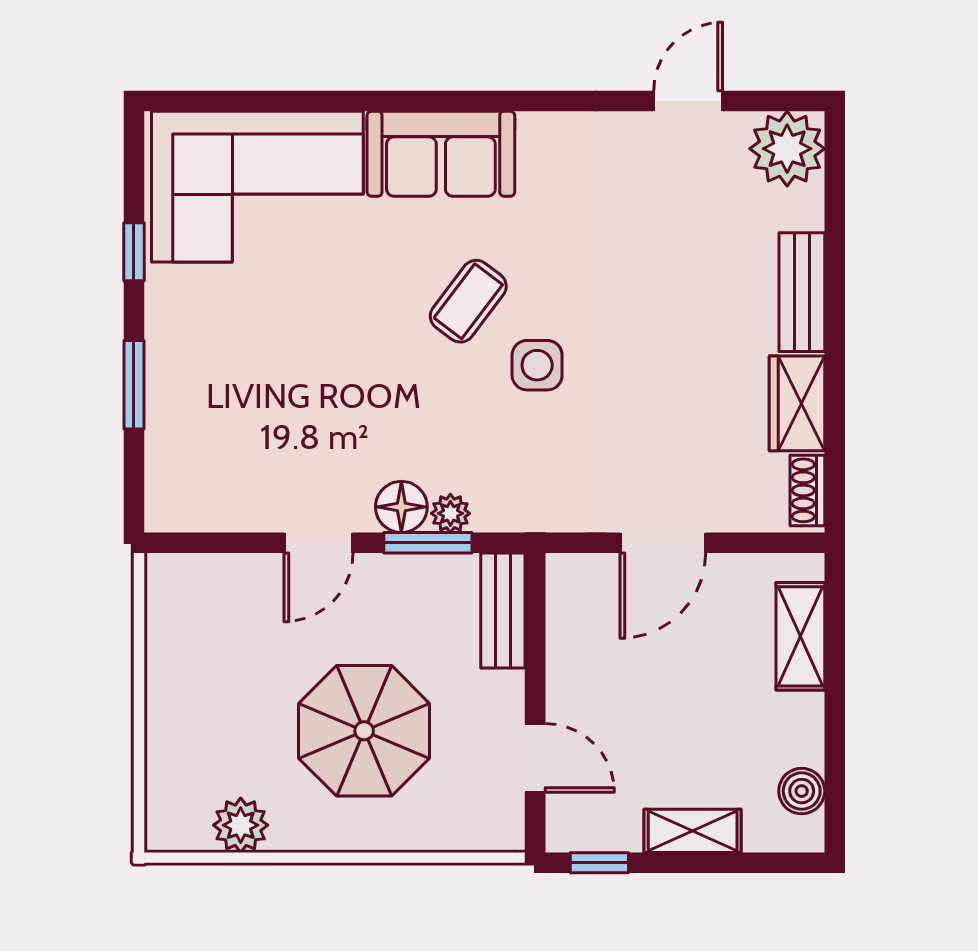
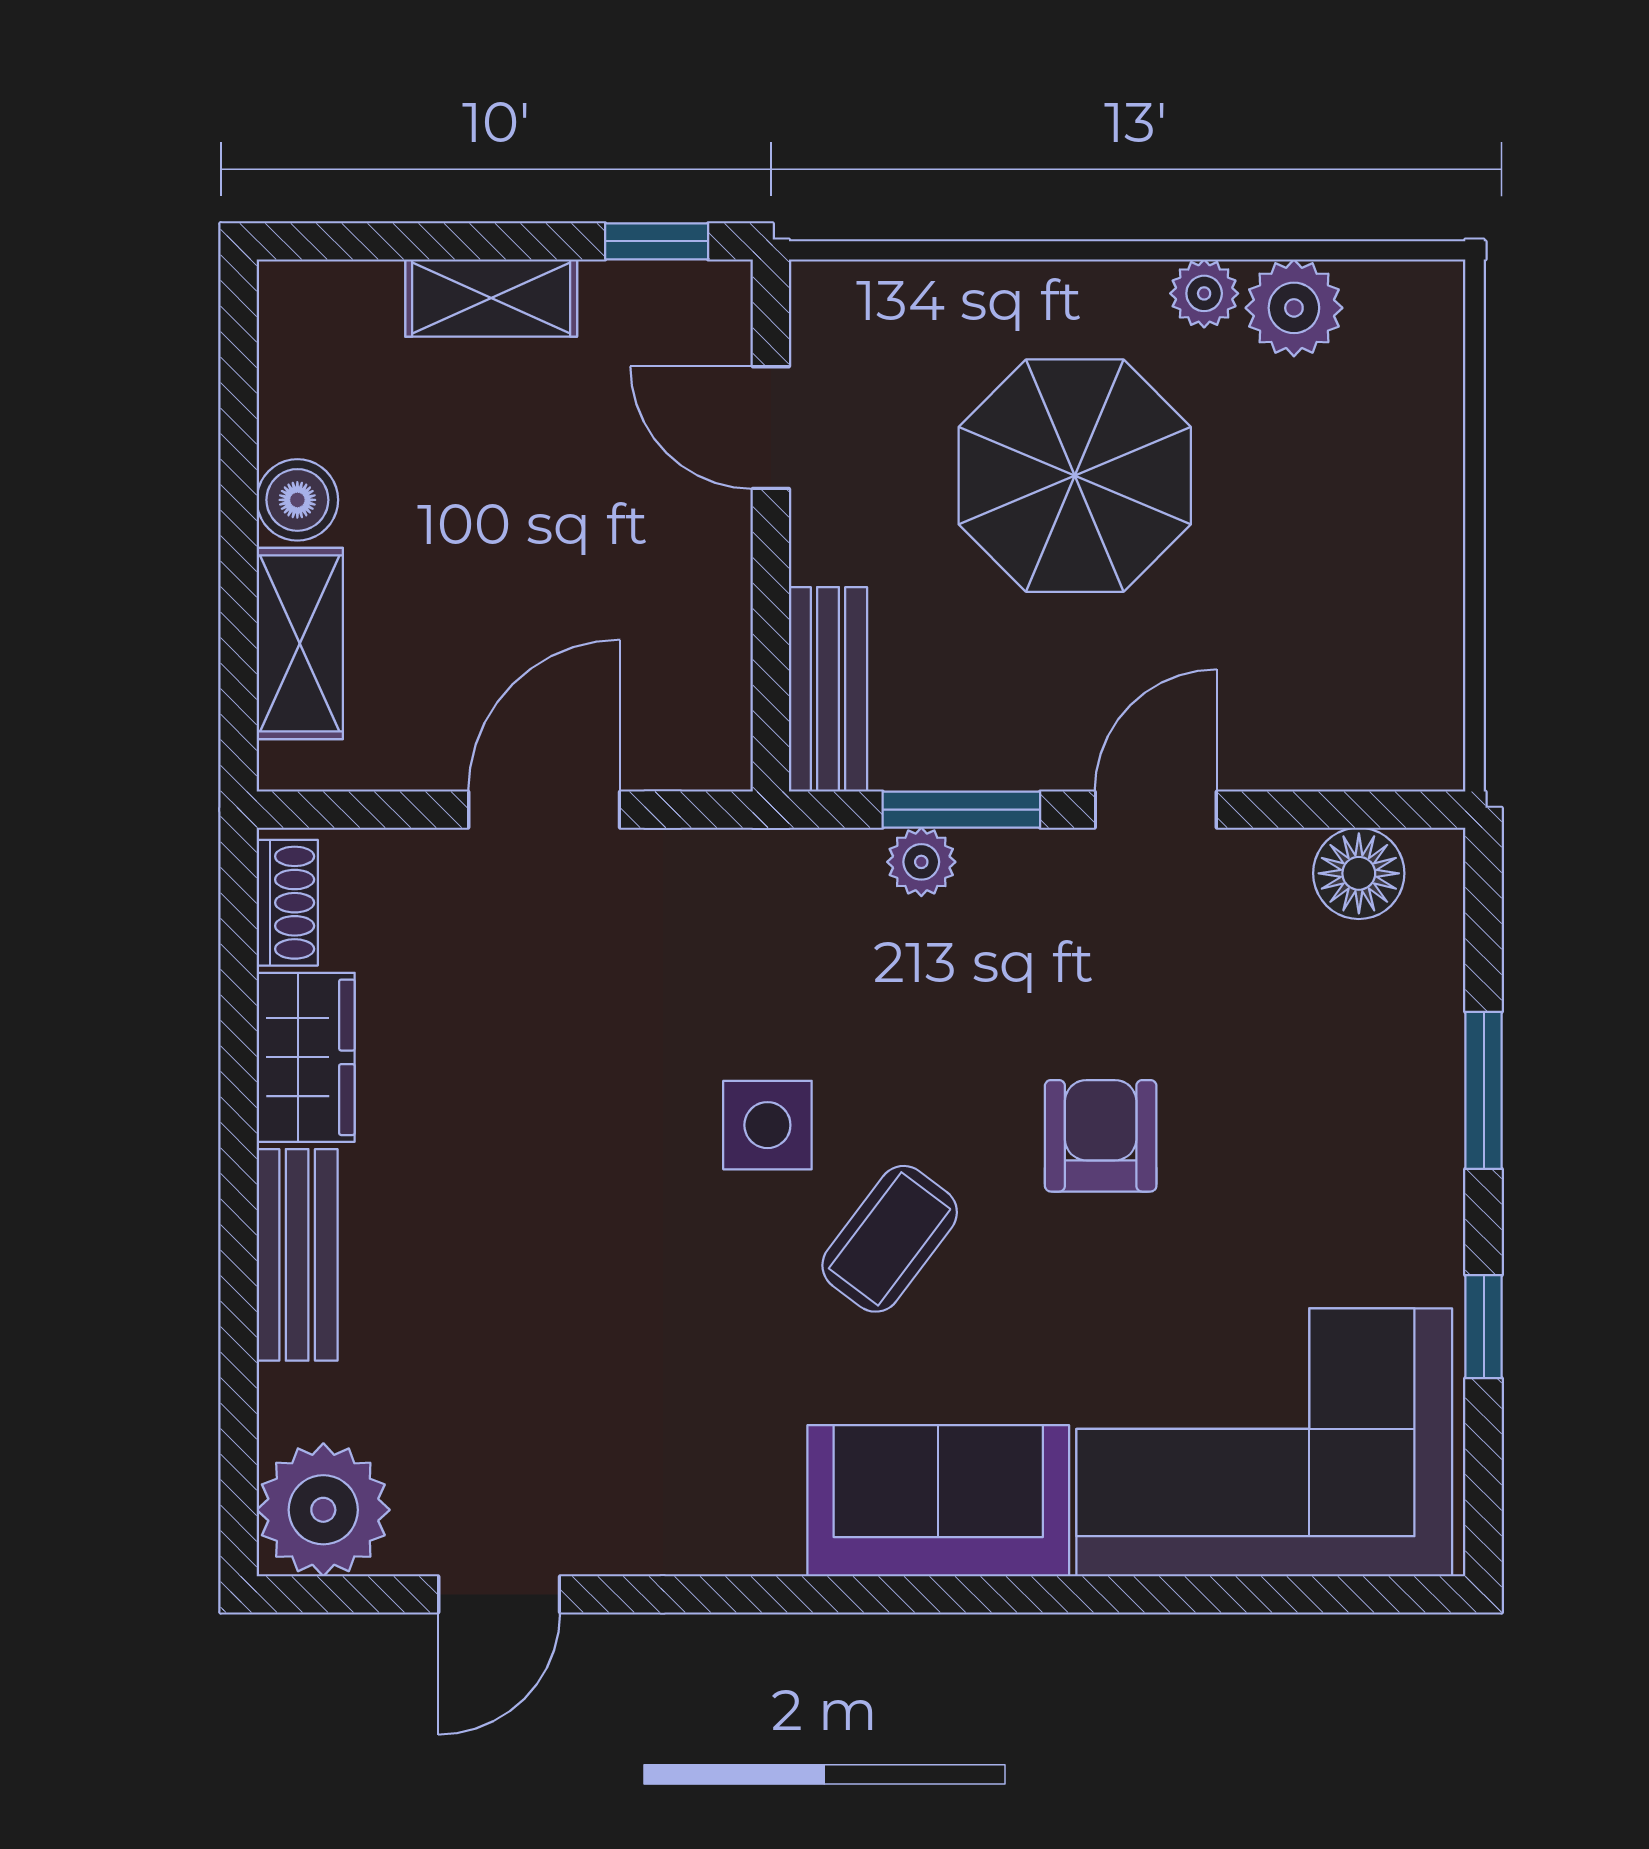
armchair: (349, 359) -> (1101, 1136), added
floor lamp: (401, 507) -> (1359, 873), moved
boiler: (802, 791) -> (297, 500), moved
plant: (291, 833) -> (1204, 293), added

